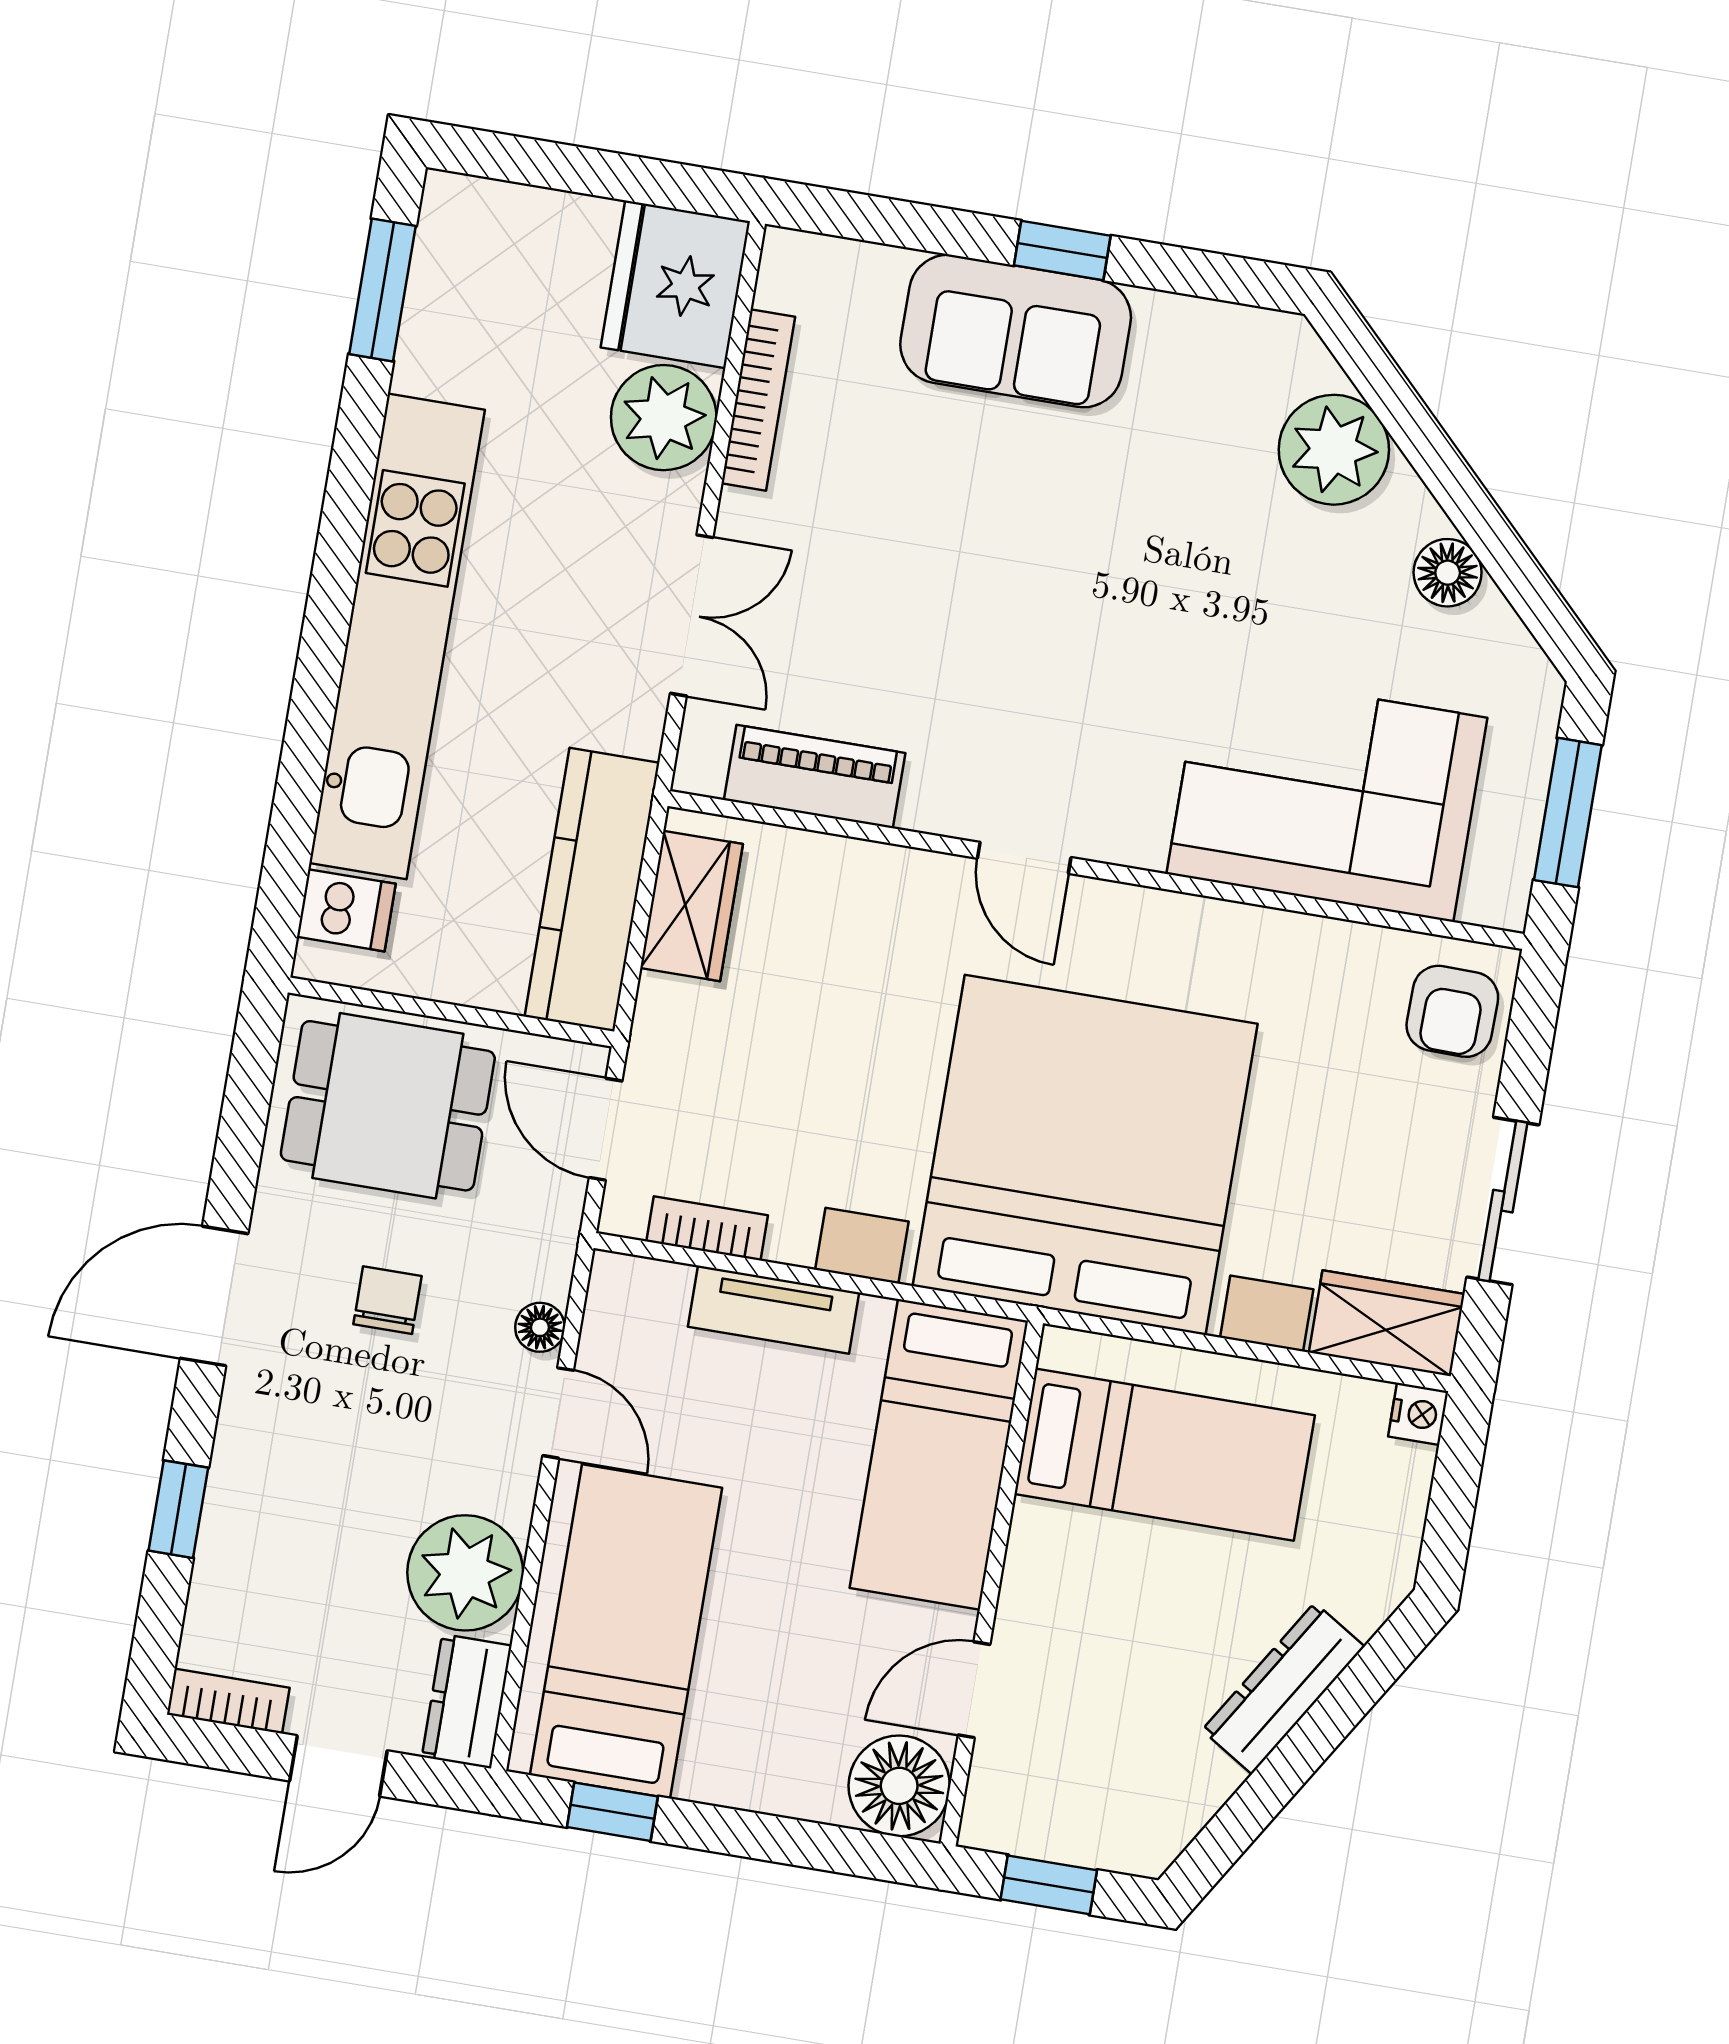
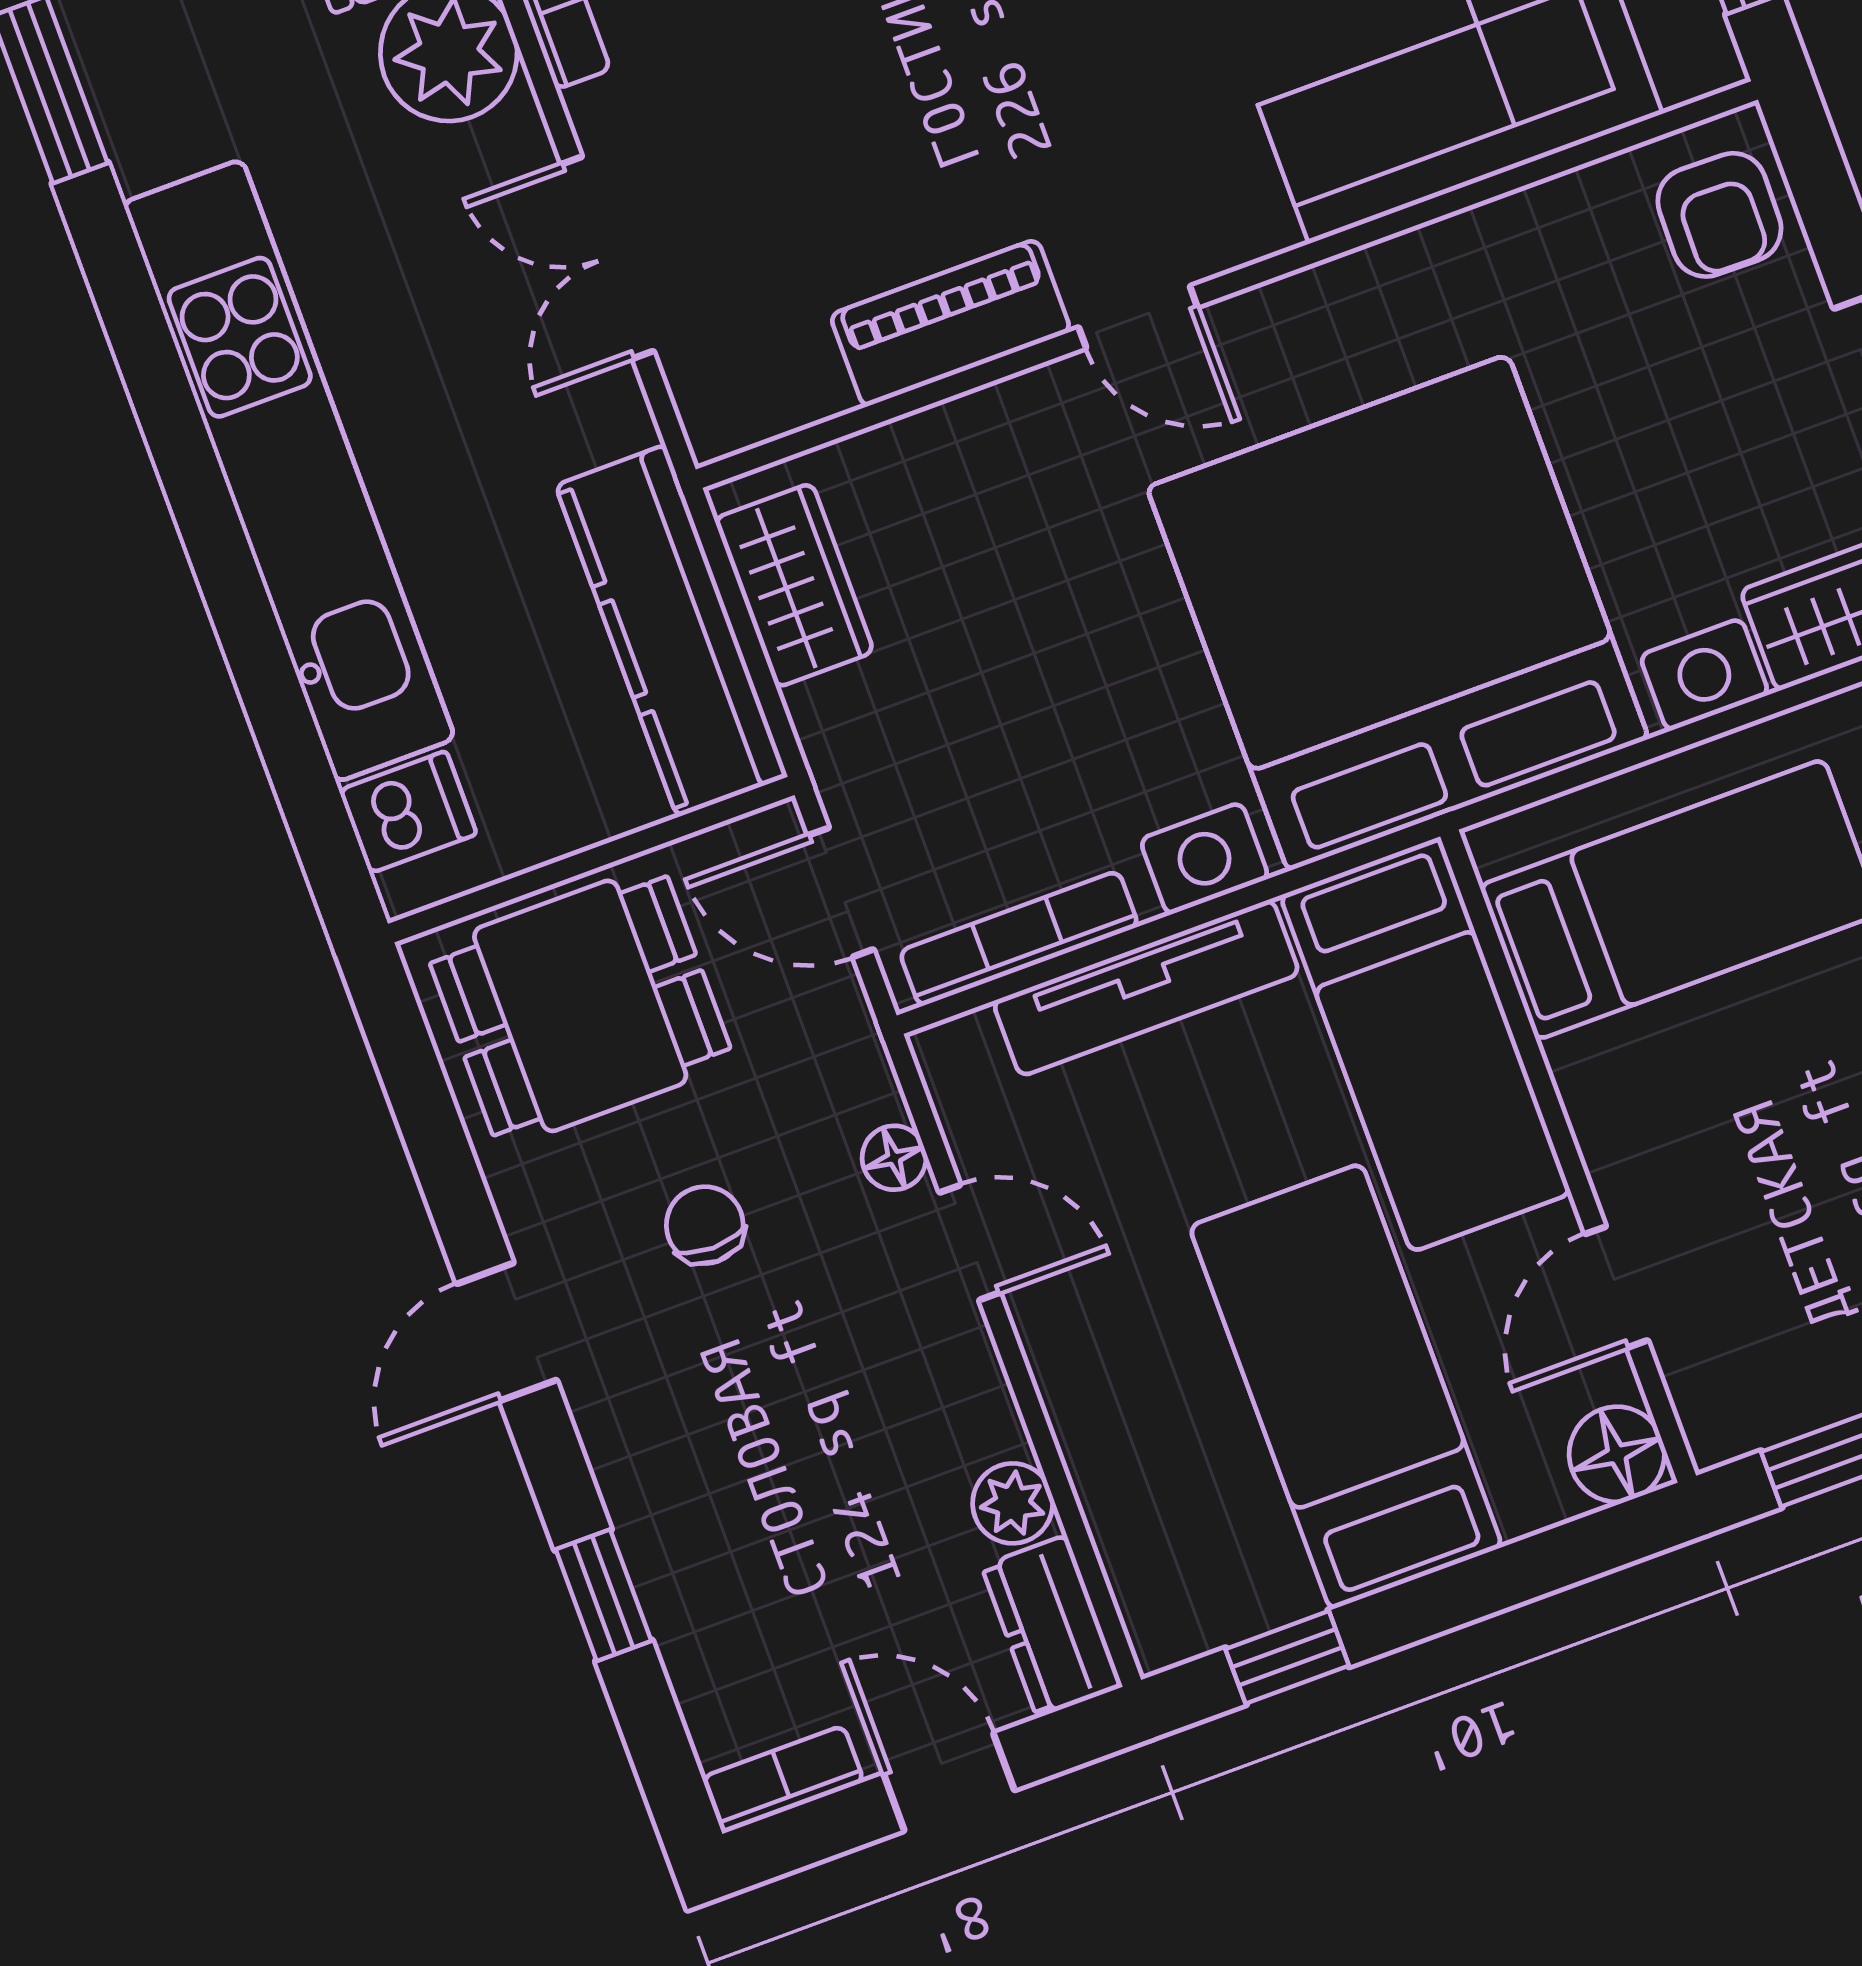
double door: (692, 615) -> (607, 258), swing flipped
piano: (815, 776) -> (950, 323), moved
bookcase: (707, 1228) -> (1019, 939), width x1.56
door: (214, 1296) -> (507, 1332), width x0.73
tv unit: (774, 1310) -> (1146, 988), width x1.41
plant: (465, 1573) -> (1013, 1503), width x0.53, depth x0.53
bed: (626, 1631) -> (1346, 1387), moved
door: (338, 1766) -> (949, 1782), swing flipped
floor lamp: (899, 1786) -> (1617, 1454), width x0.73, depth x0.73

